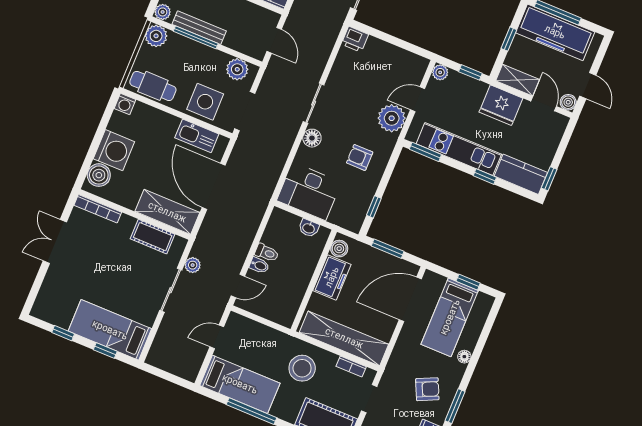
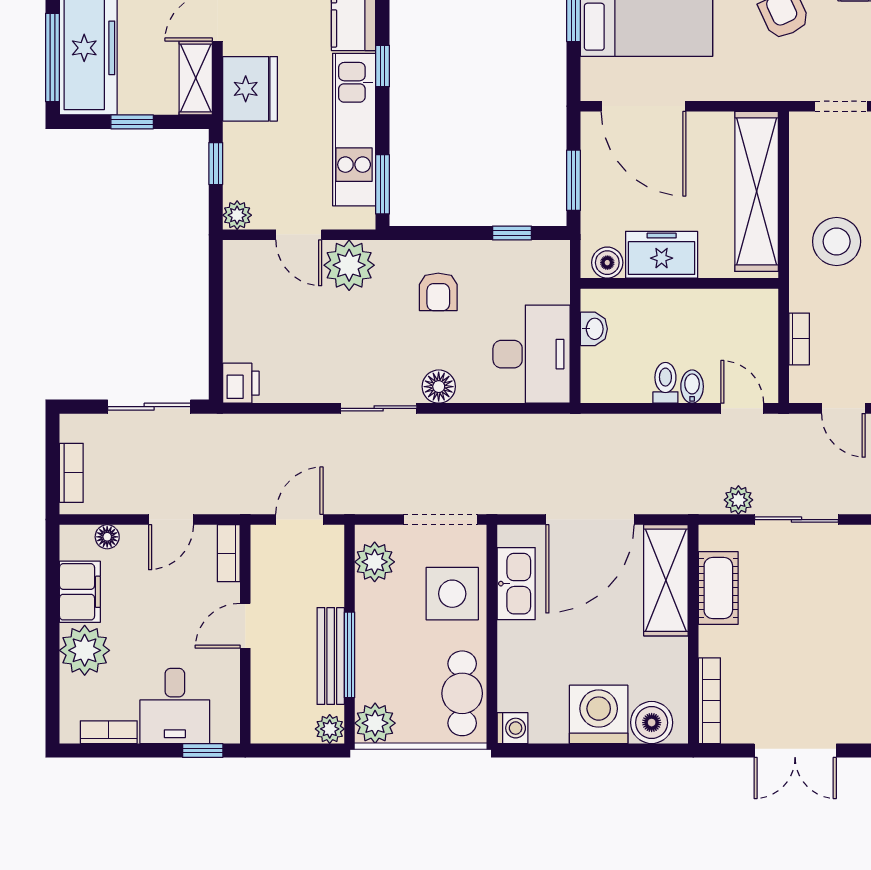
bookcase: (351, 366) -> (799, 339), moved

